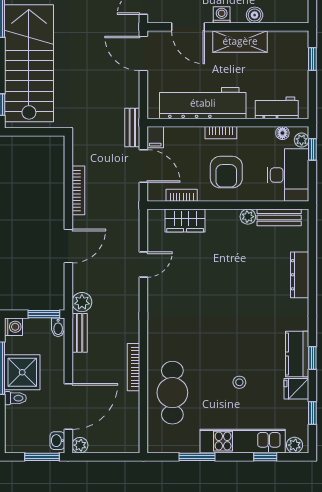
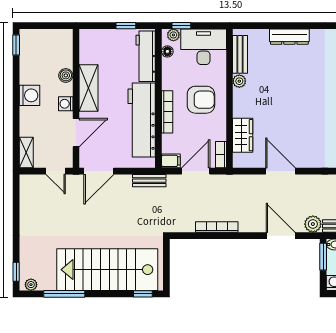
window: (312, 59) -> (126, 26), moved
workbench: (277, 108) -> (146, 56), width x1.37
bench: (132, 127) -> (149, 181), moved
bookcase: (221, 133) -> (167, 112), width x1.56
bookcase: (182, 195) -> (221, 155), moved
door: (68, 246) -> (281, 236), moved
door: (143, 265) -> (281, 171), width x1.37

